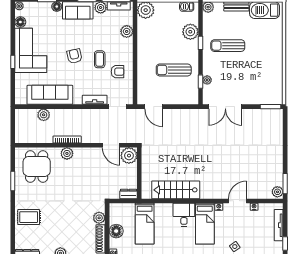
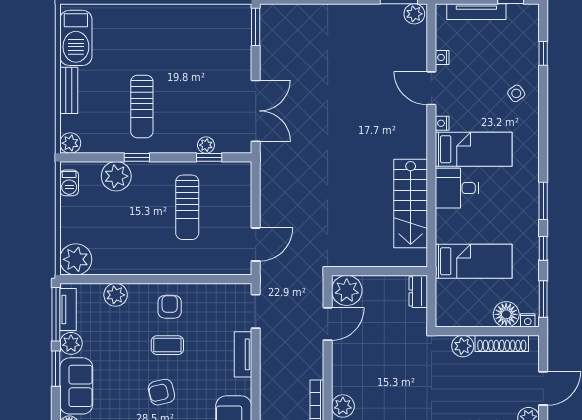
armchair: (118, 72) -> (170, 307), moved
floor lamp: (116, 231) -> (506, 314), moved

